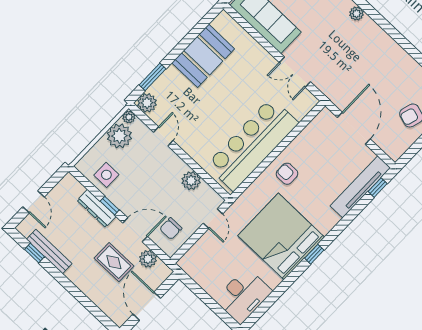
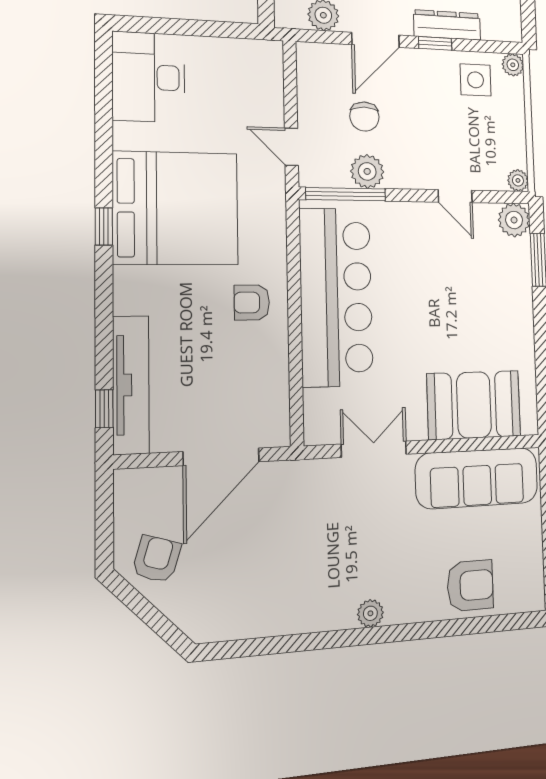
booth: (203, 56) -> (474, 405), moved, turned 90
door: (354, 128) -> (221, 457), hinge flipped
plant: (119, 136) -> (513, 65), moved, width x0.53, depth x0.53
armchair: (287, 174) -> (252, 302), turned 180
window: (209, 180) -> (346, 194), added
chair: (171, 229) -> (364, 117), moved, turned 180

